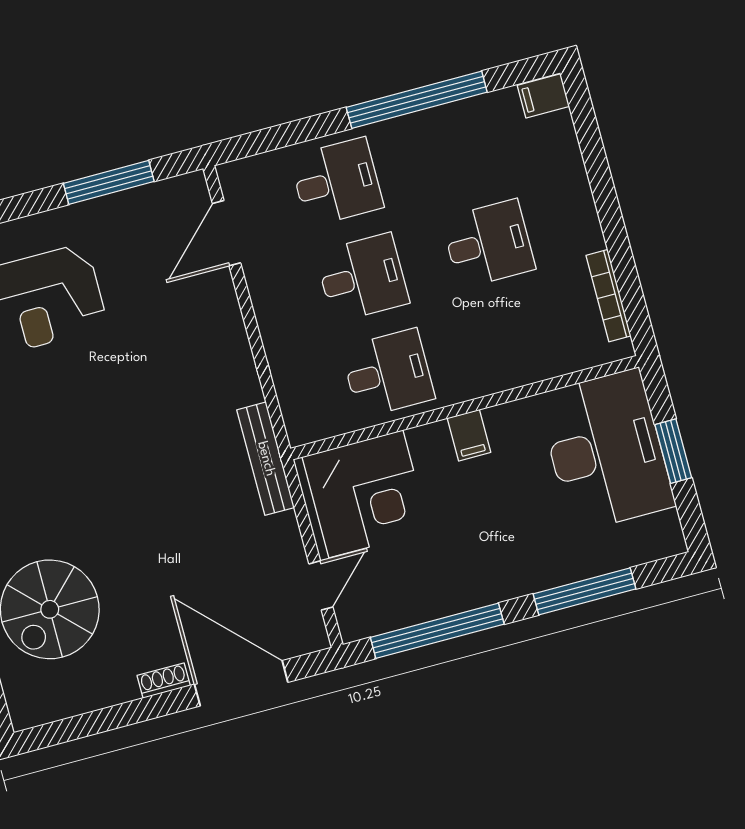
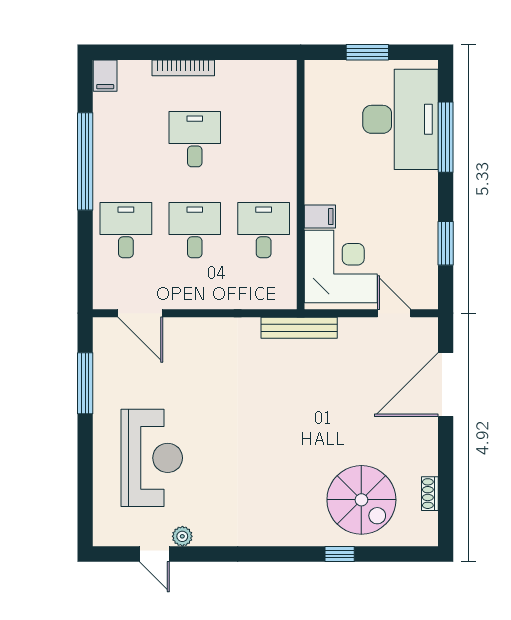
bookcase: (608, 296) -> (183, 68), moved
filing cabinet: (469, 435) -> (320, 217), moved
desk: (606, 450) -> (400, 119), moved, turned 90
window: (437, 631) -> (446, 243), width x0.47
shoe rack: (164, 681) -> (430, 494), moved

